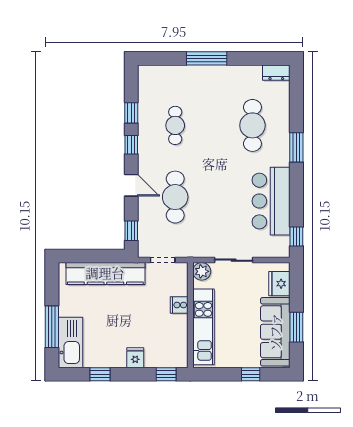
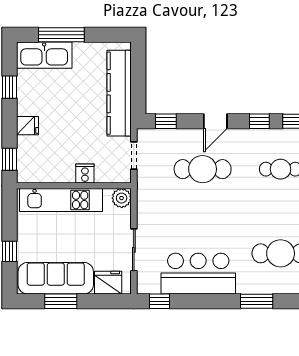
sliding door: (234, 260) -> (134, 250), moved

